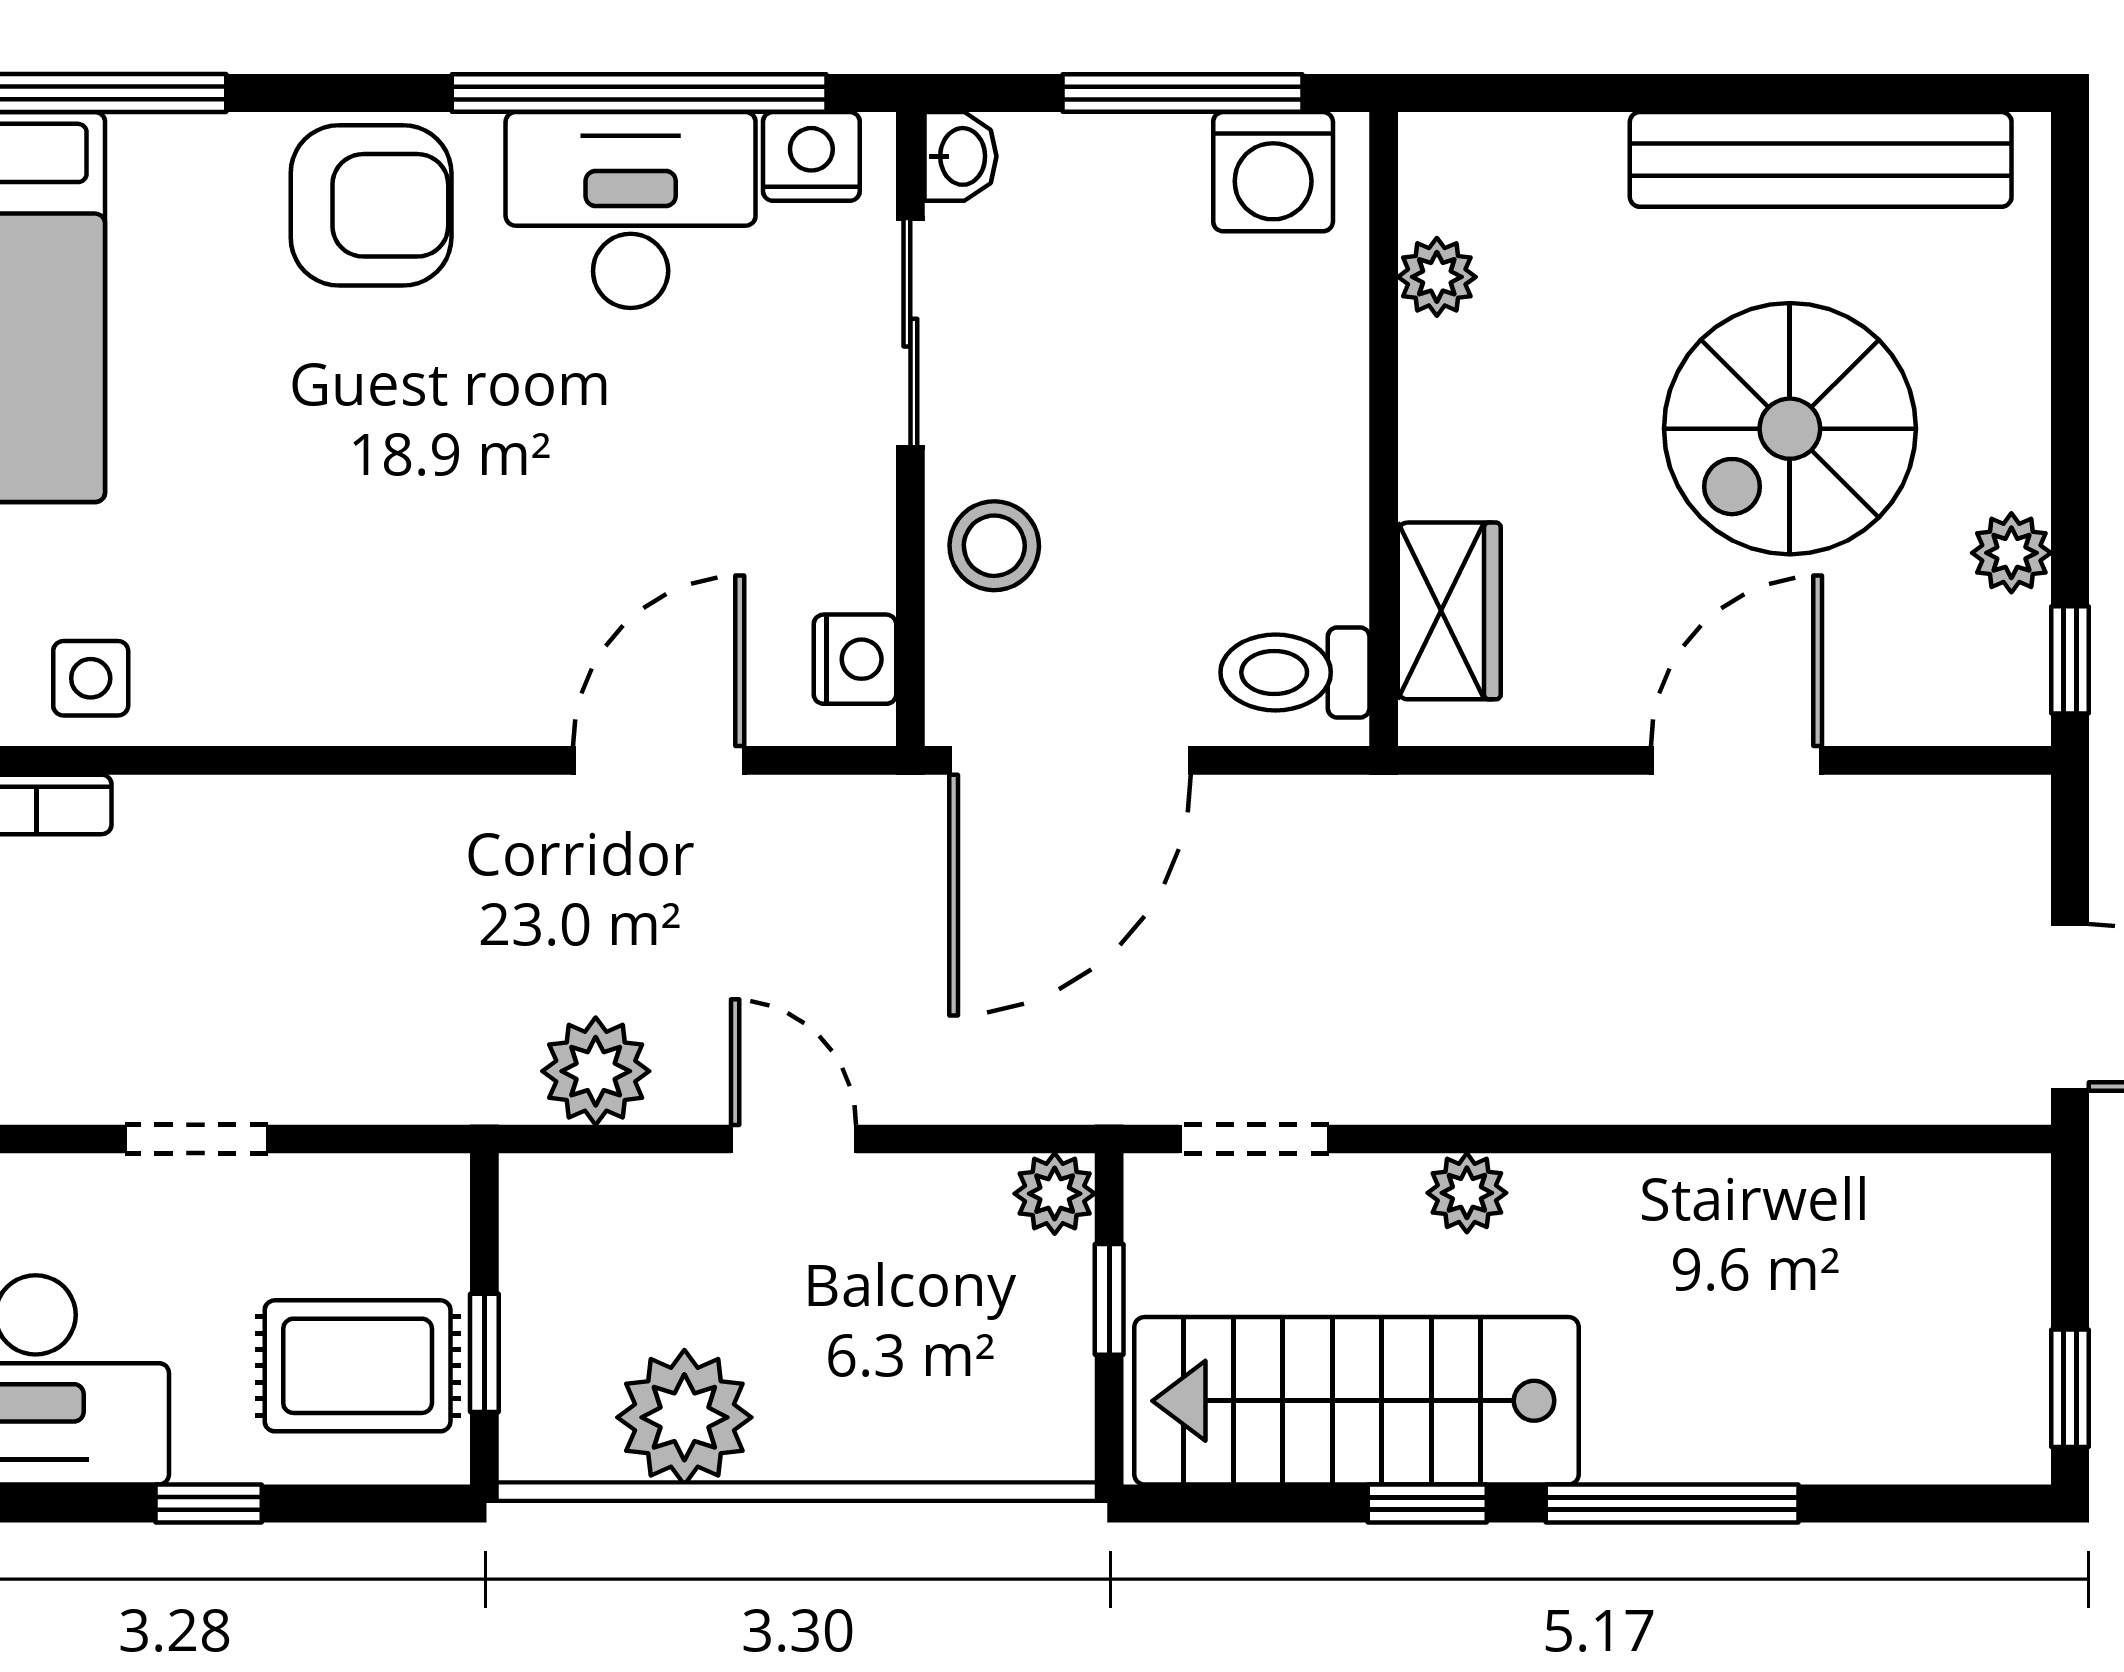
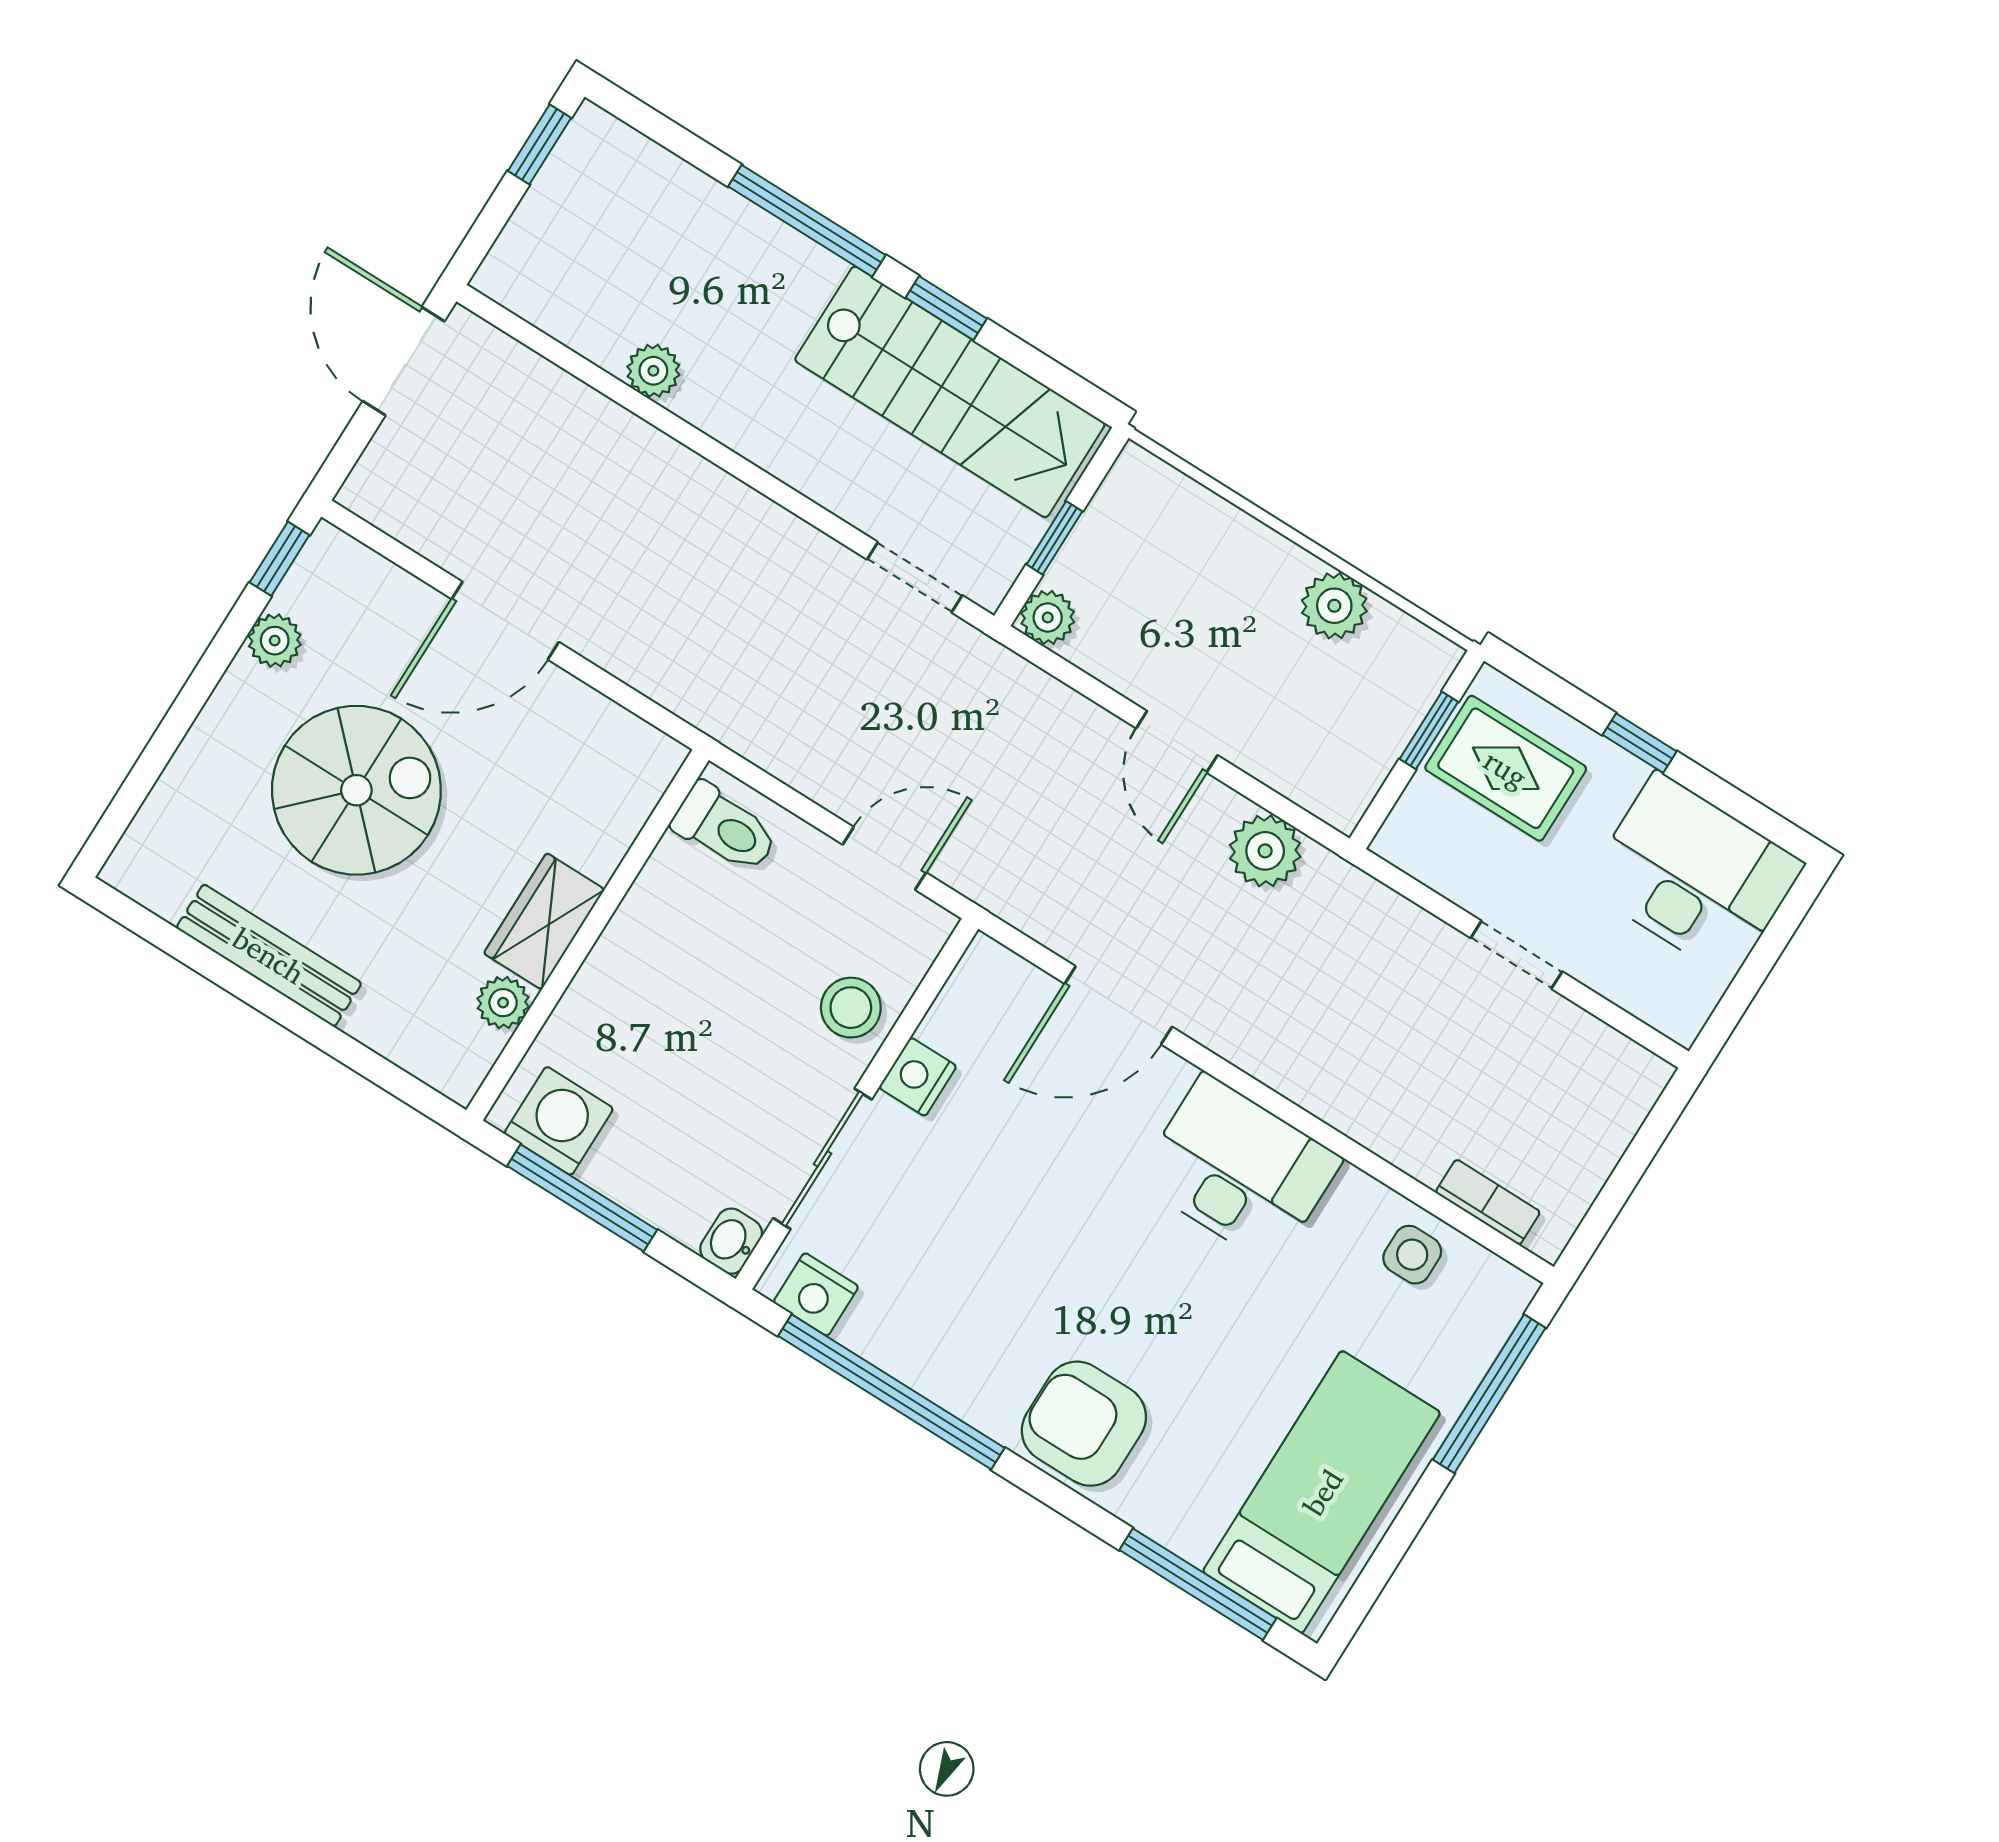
bench: (1821, 159) -> (269, 955), width x0.73, depth x0.82
desk: (631, 210) -> (1239, 1170), moved, turned 180
wardrobe: (1449, 611) -> (544, 921), moved
nightstand: (855, 659) -> (918, 1077), moved
door: (1070, 760) -> (884, 858), width x0.53
plant: (1467, 1193) -> (653, 371), moved
plant: (684, 1417) -> (1334, 606), width x0.73, depth x0.73

